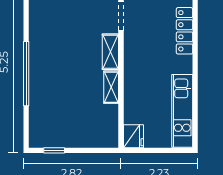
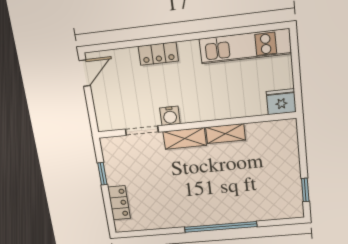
locker: (185, 31) -> (158, 54), width x0.66
water cooler: (131, 42) -> (170, 116), added

